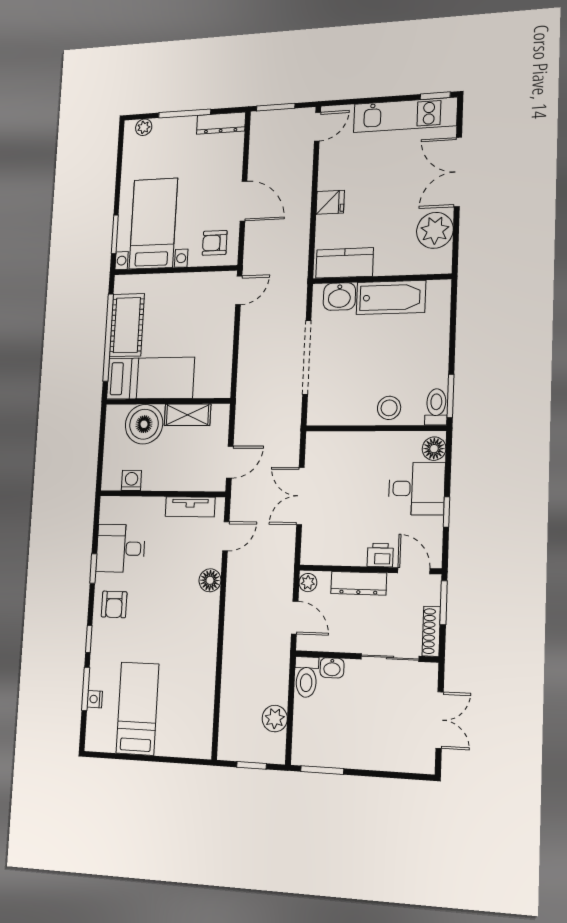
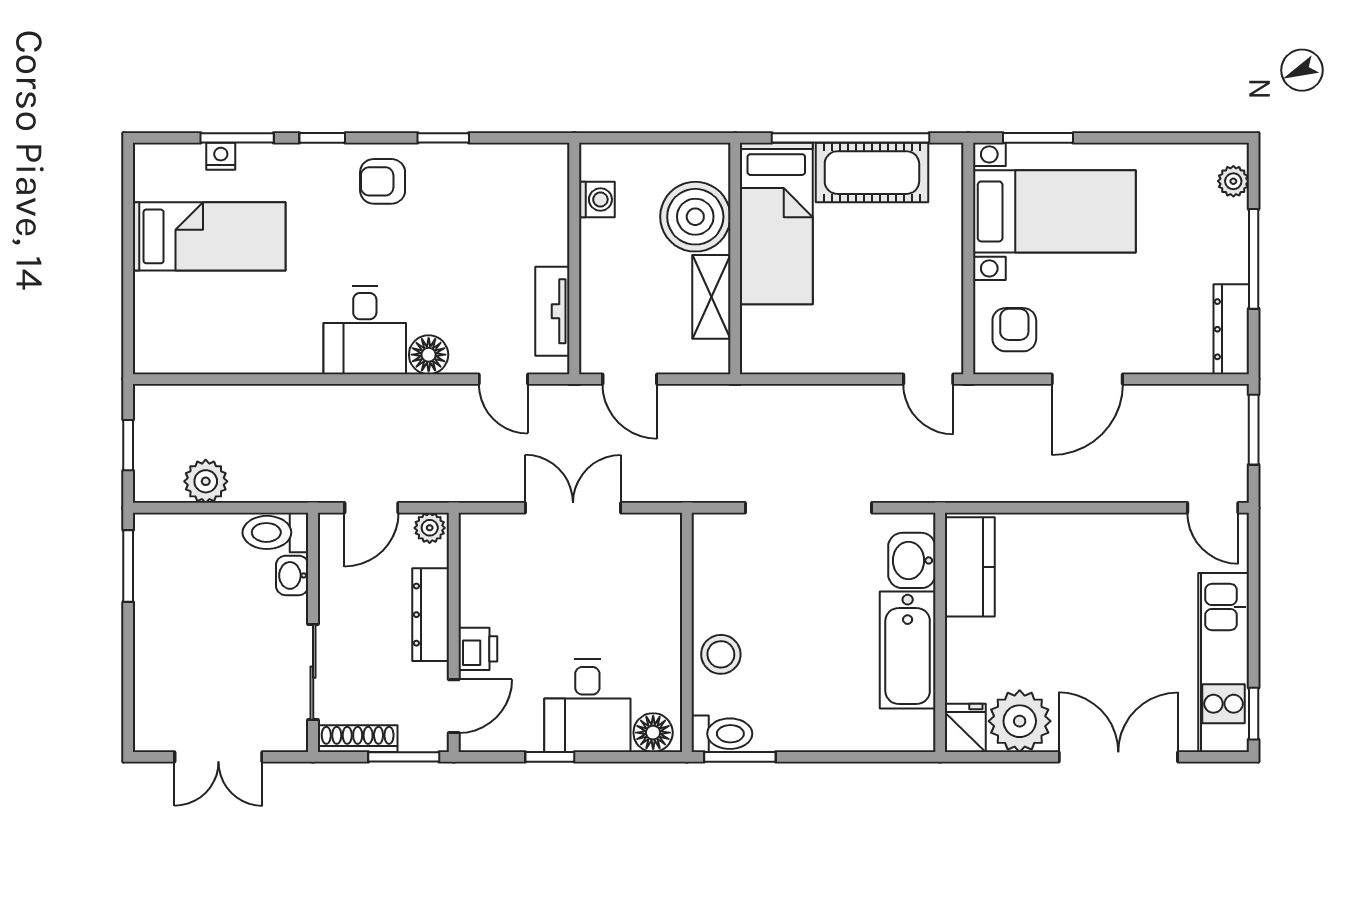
fridge: (330, 202) -> (965, 728), moved, turned 180
desk: (121, 548) -> (365, 330), moved, turned 180

